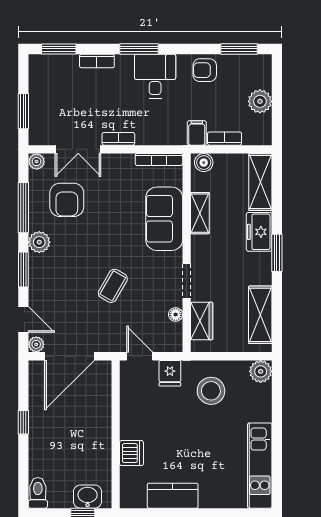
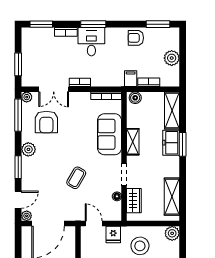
desk: (155, 76) -> (91, 42), moved
window: (23, 208) -> (18, 115), moved
shelving: (200, 213) -> (133, 142), moved
window: (277, 253) -> (183, 144), moved
door: (23, 319) -> (18, 200), hinge flipped

